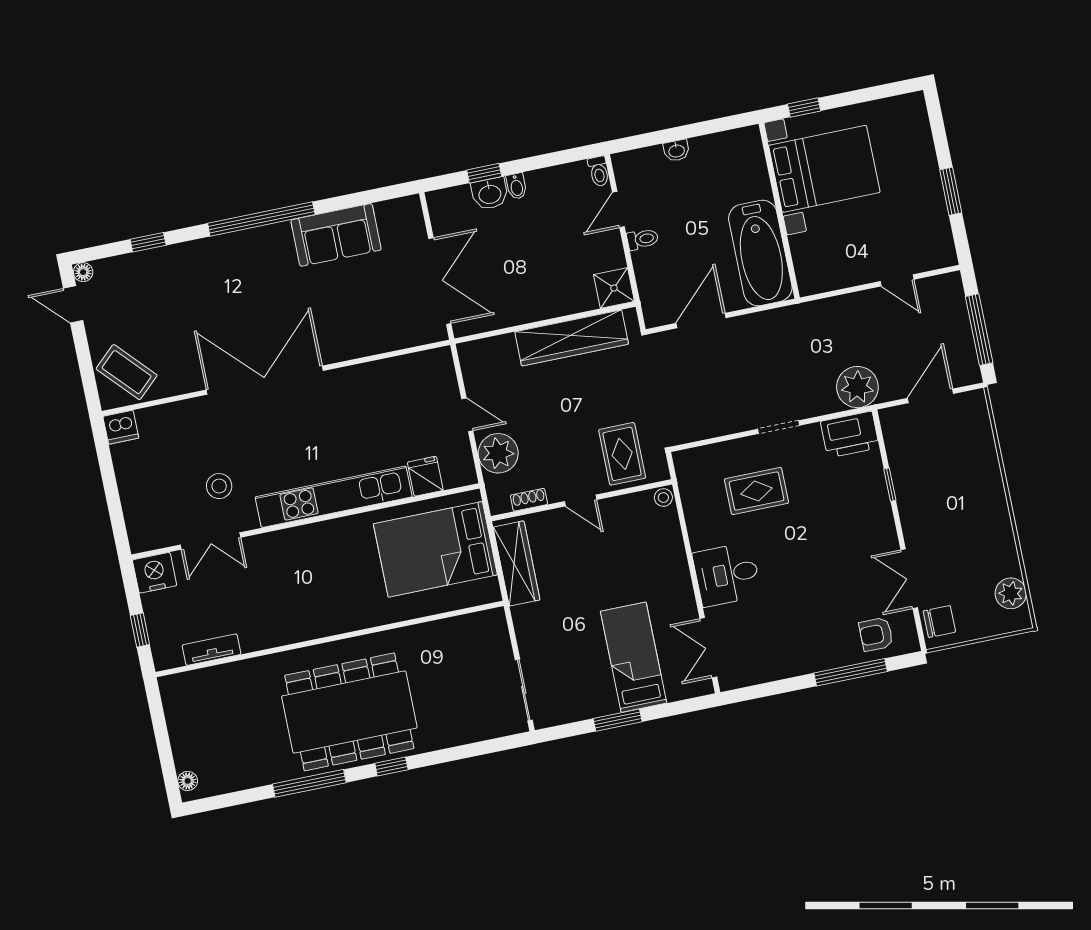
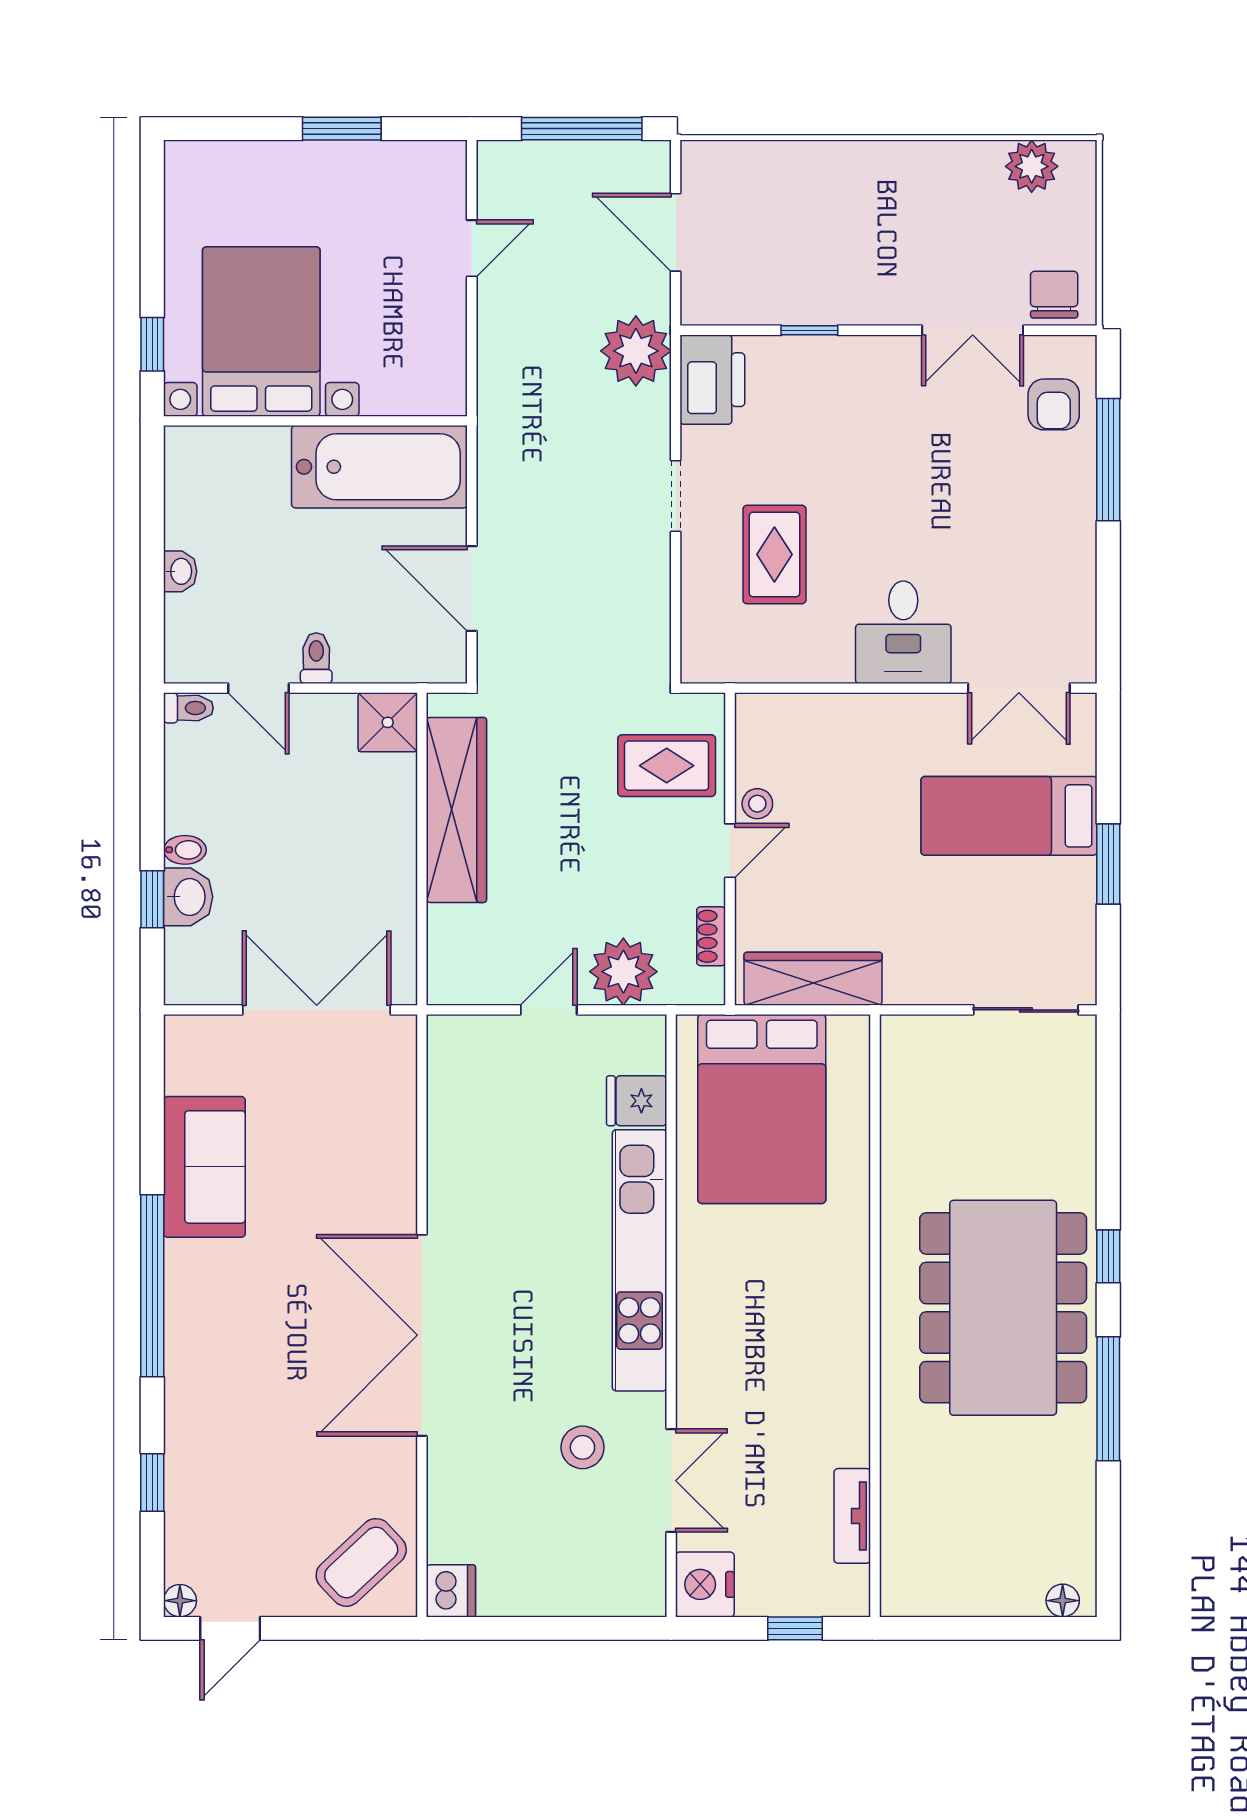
stool: (663, 498) -> (757, 804), moved

